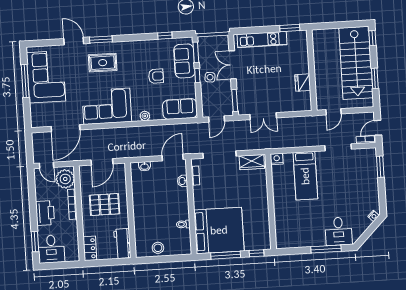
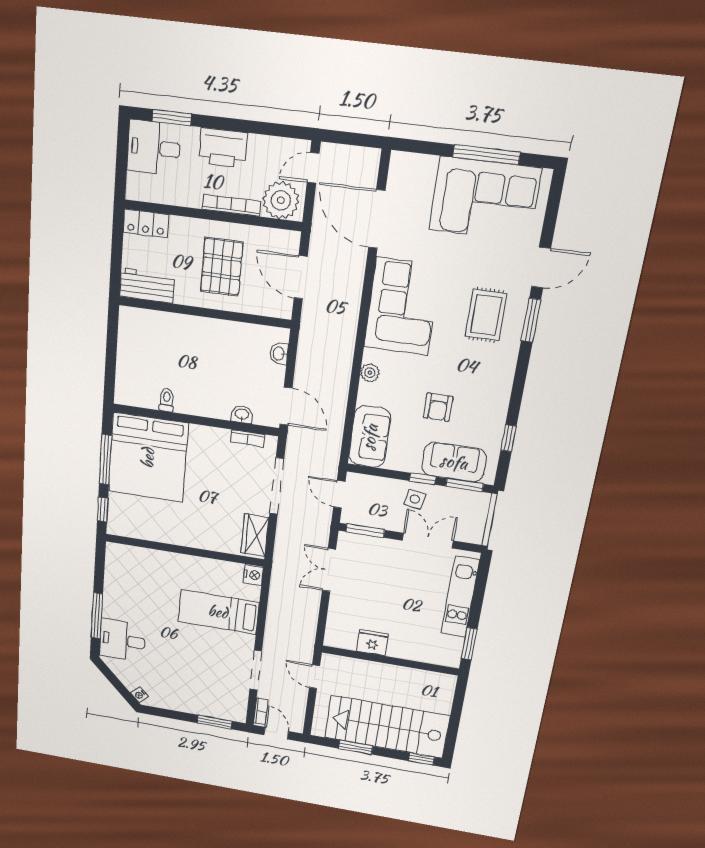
stool: (158, 248) -> (132, 348), removed

